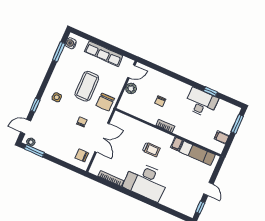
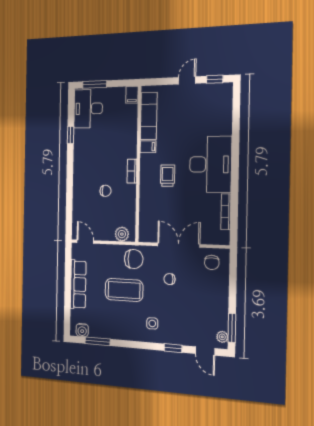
plant: (131, 88) -> (122, 234), moved
desk: (201, 103) -> (88, 109), moved
filing cabinet: (222, 137) -> (132, 95), moved

